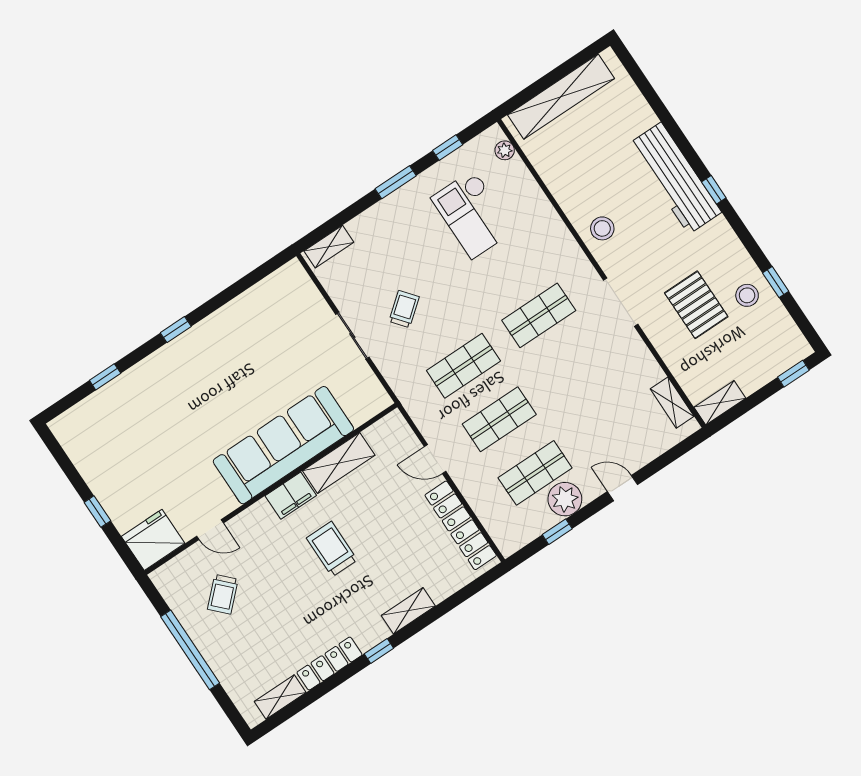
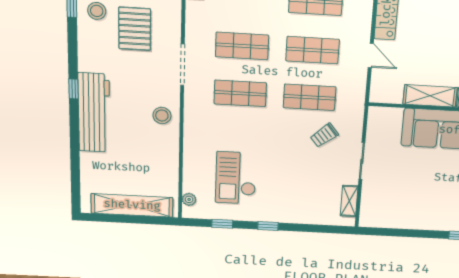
window: (396, 182) -> (268, 226), width x0.67
checkout: (473, 214) -> (236, 178), turned 180
shelving: (329, 247) -> (349, 201), moved, turned 90
trolley: (404, 309) -> (324, 135), moved
shop shelf: (575, 369) -> (242, 46), added

